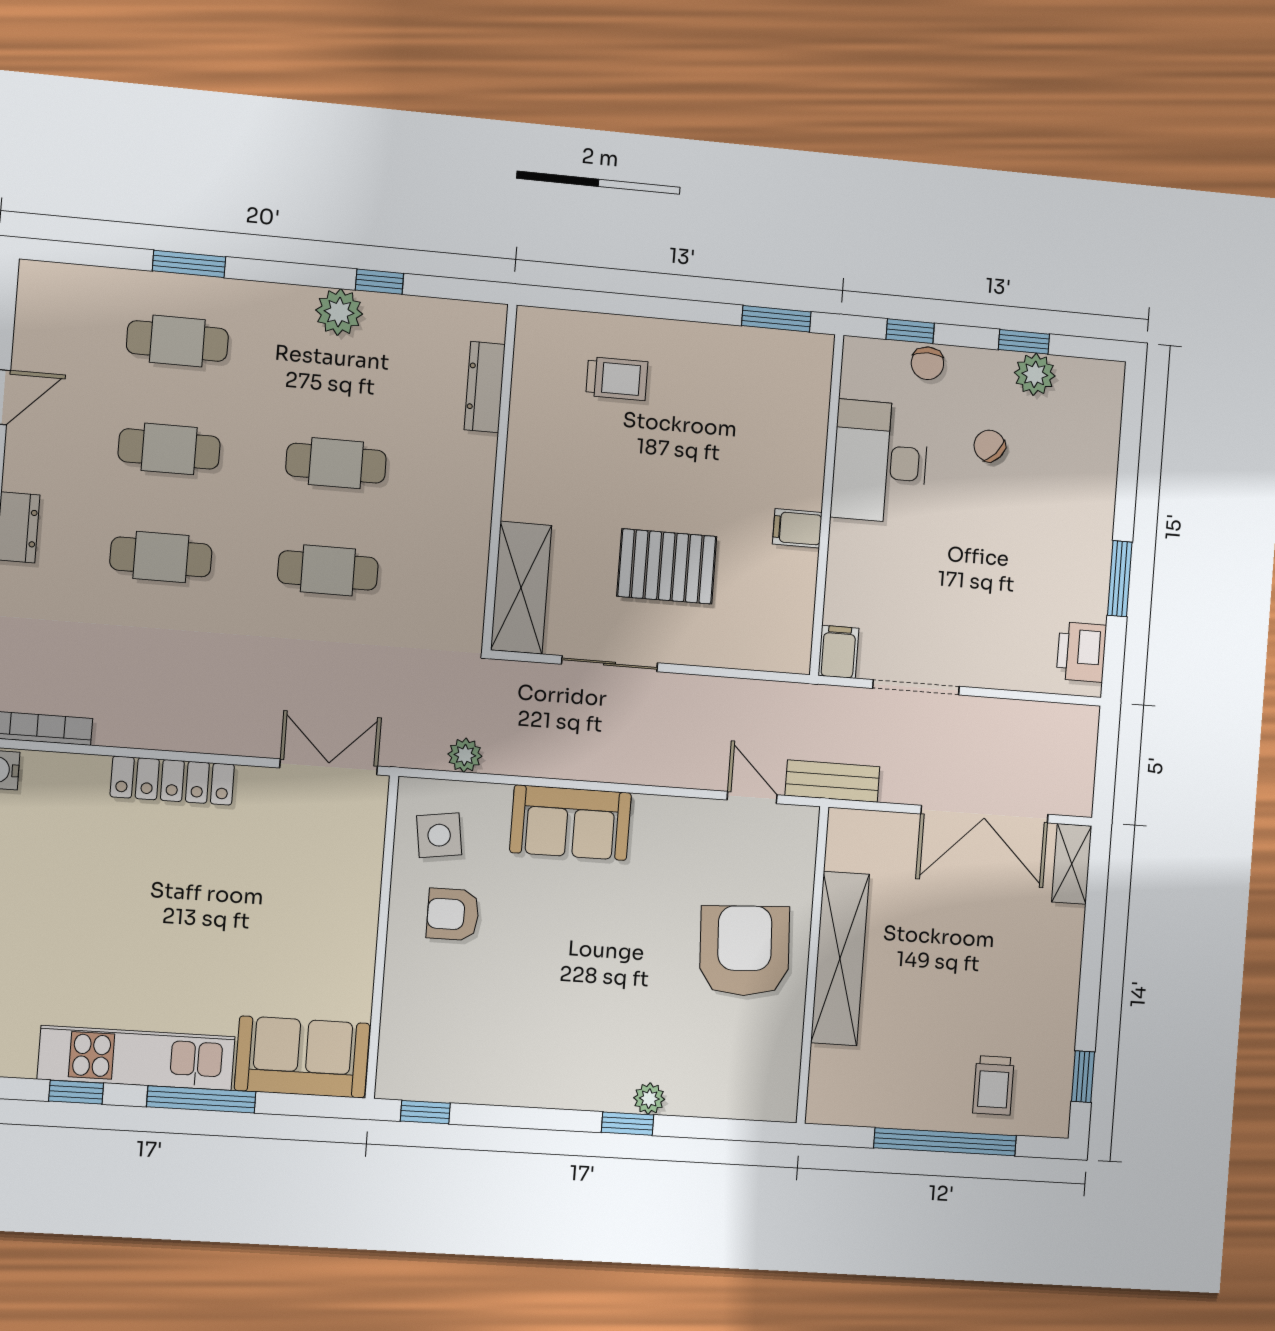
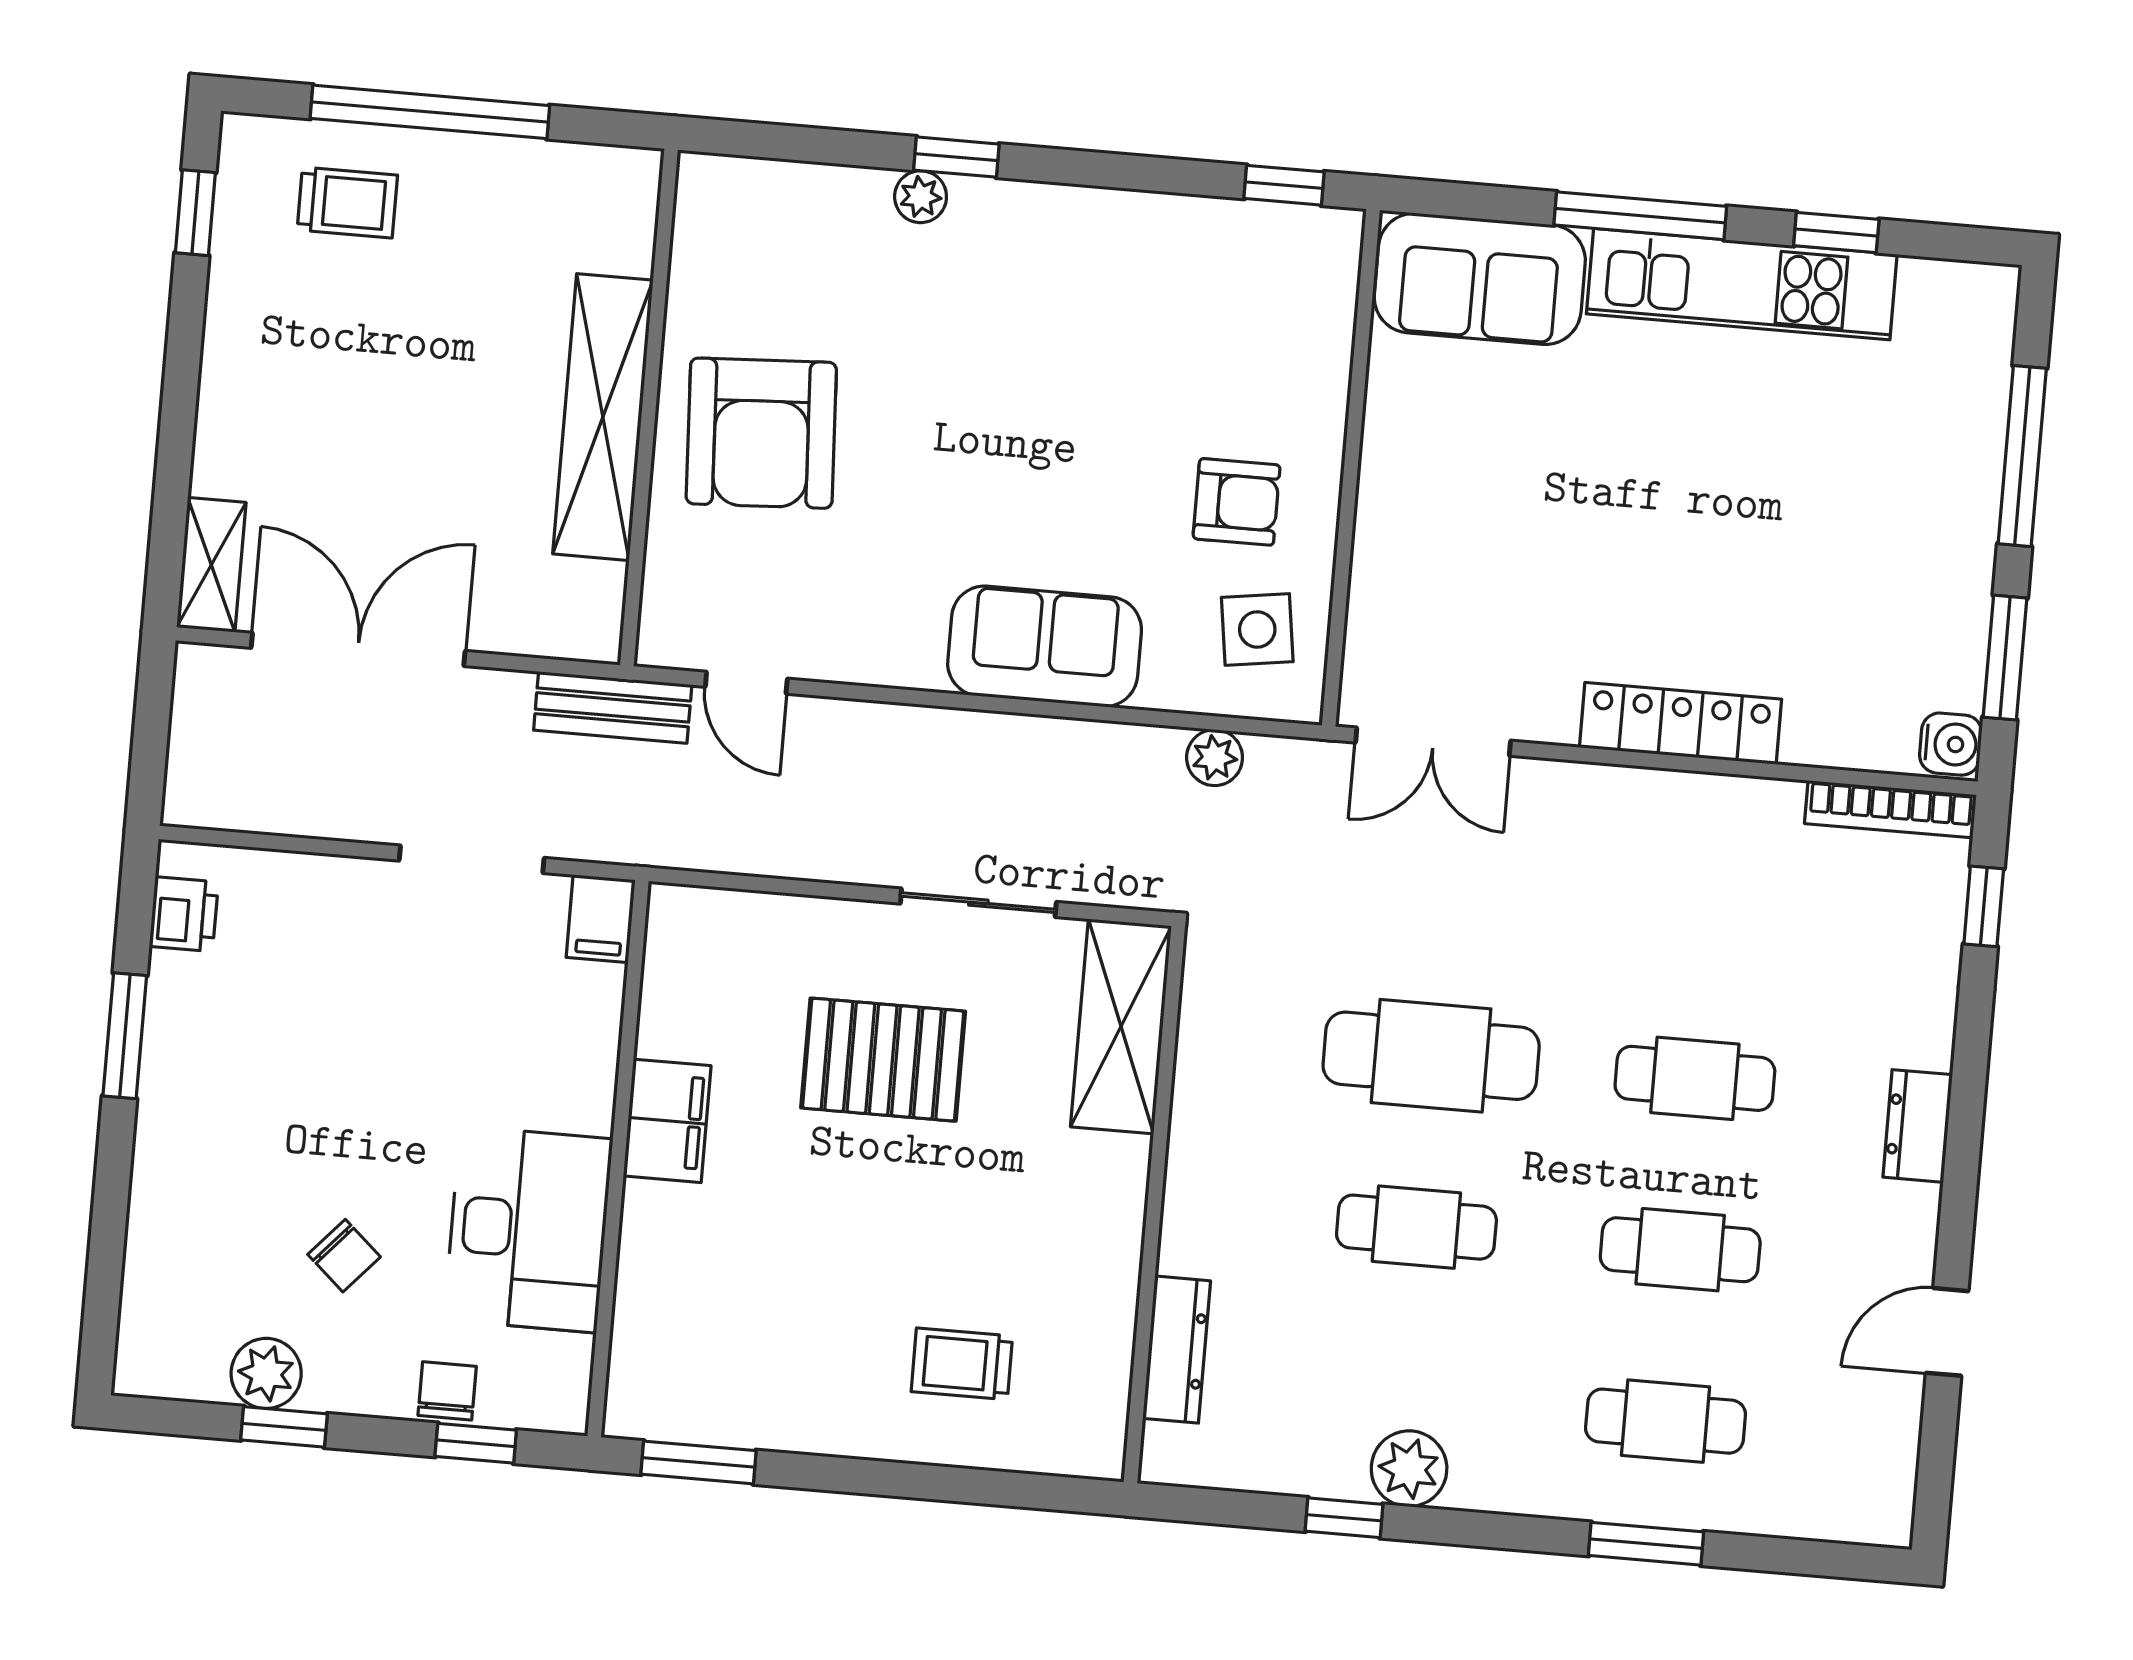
filing cabinet: (797, 528) -> (667, 1121), width x2.00
cafe table: (328, 570) -> (1431, 1056), width x1.37, depth x1.35
printer: (1081, 652) -> (184, 914), width x0.73, depth x0.81
trolley: (993, 1085) -> (347, 202), turned 90

